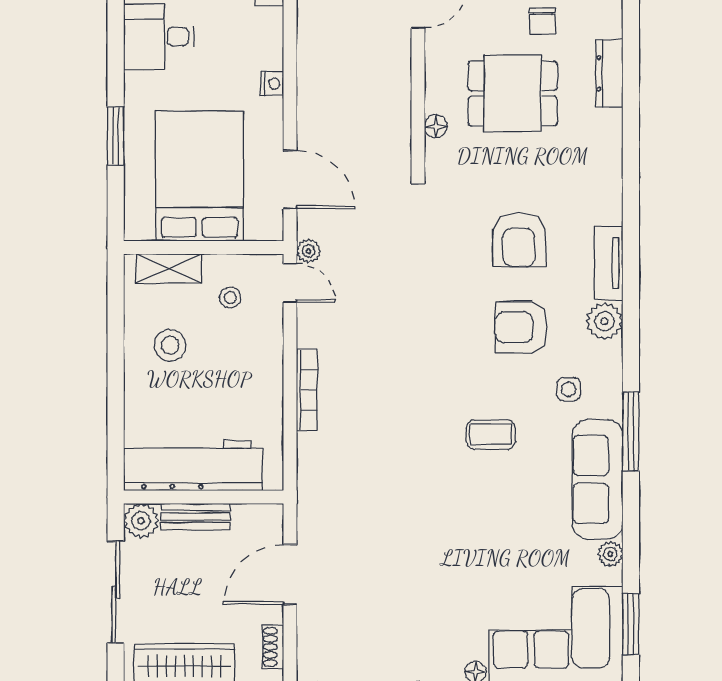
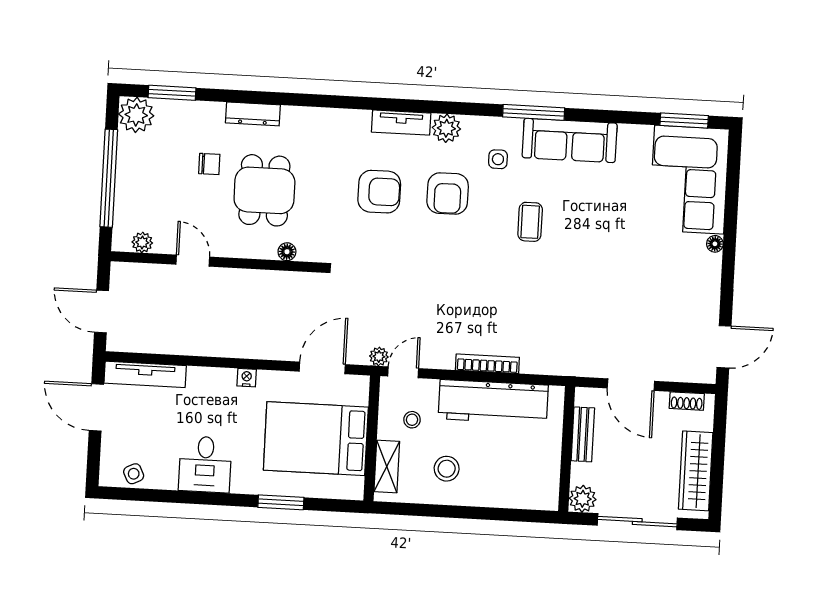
workbench: (193, 465) -> (493, 402), moved, turned -90
bench: (195, 517) -> (583, 434), moved
plant: (610, 554) -> (628, 134), removed

